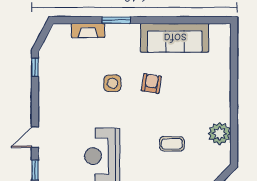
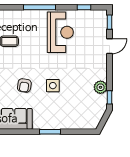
fireplace: (88, 30) -> (71, 124), removed
plant: (47, 81) -> (100, 87), added

